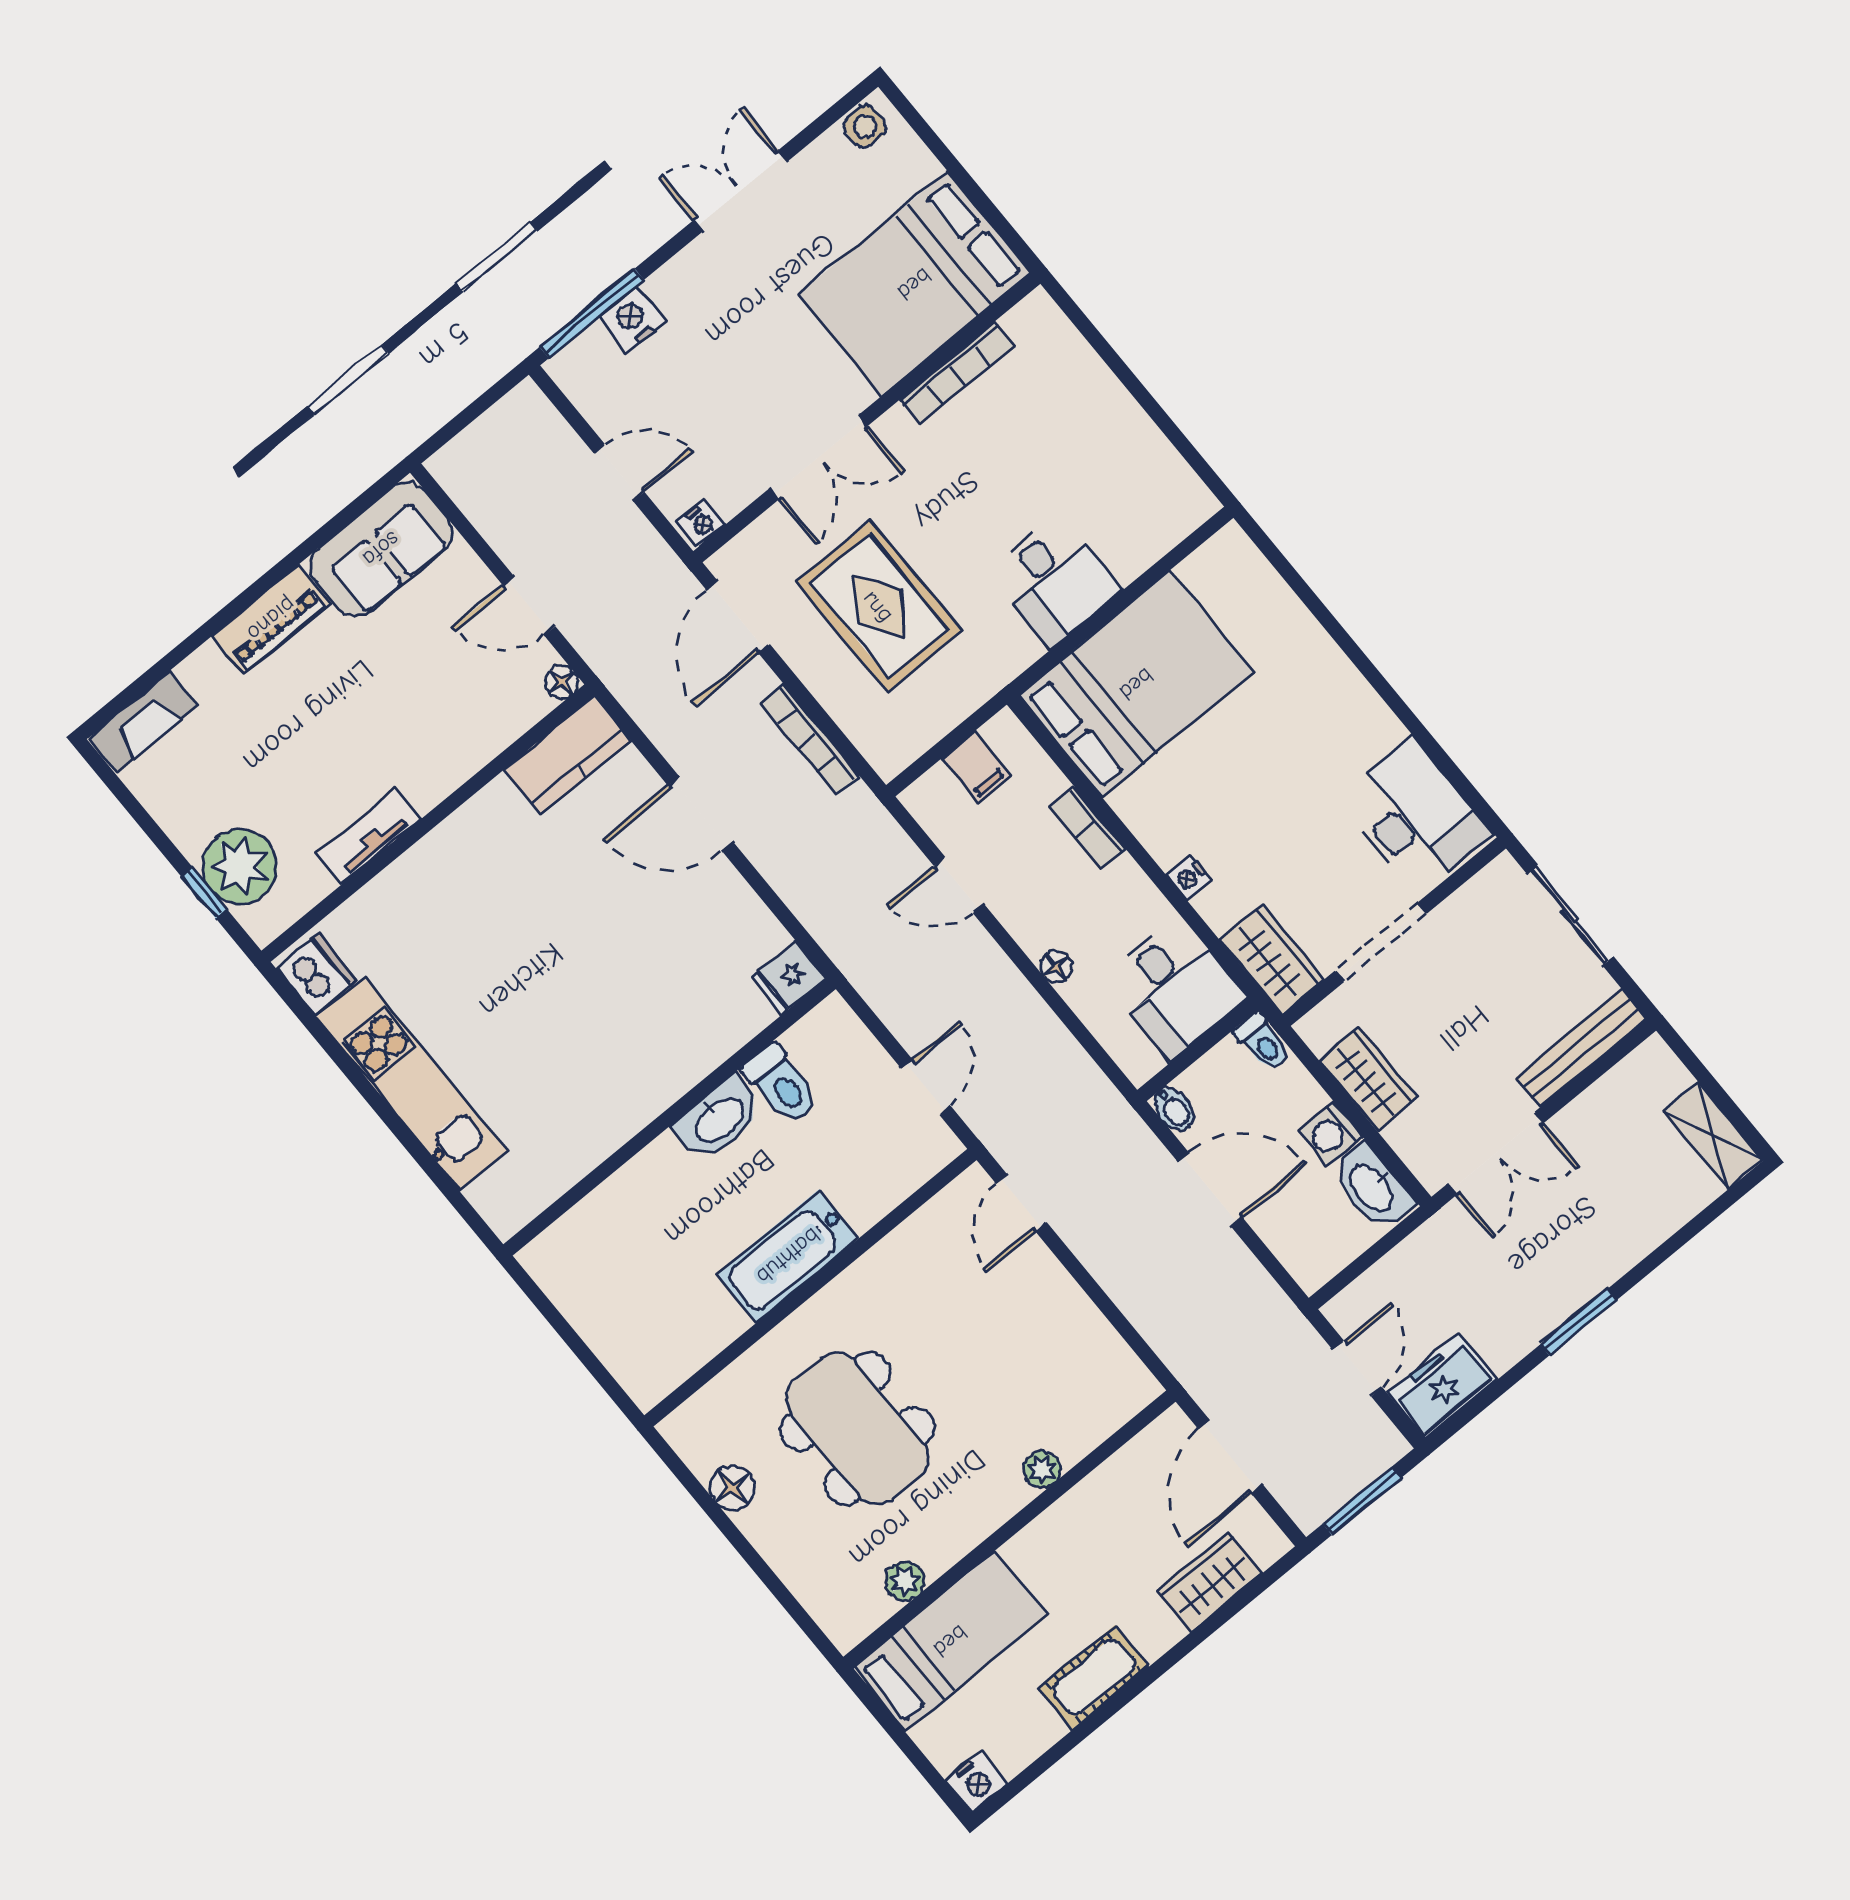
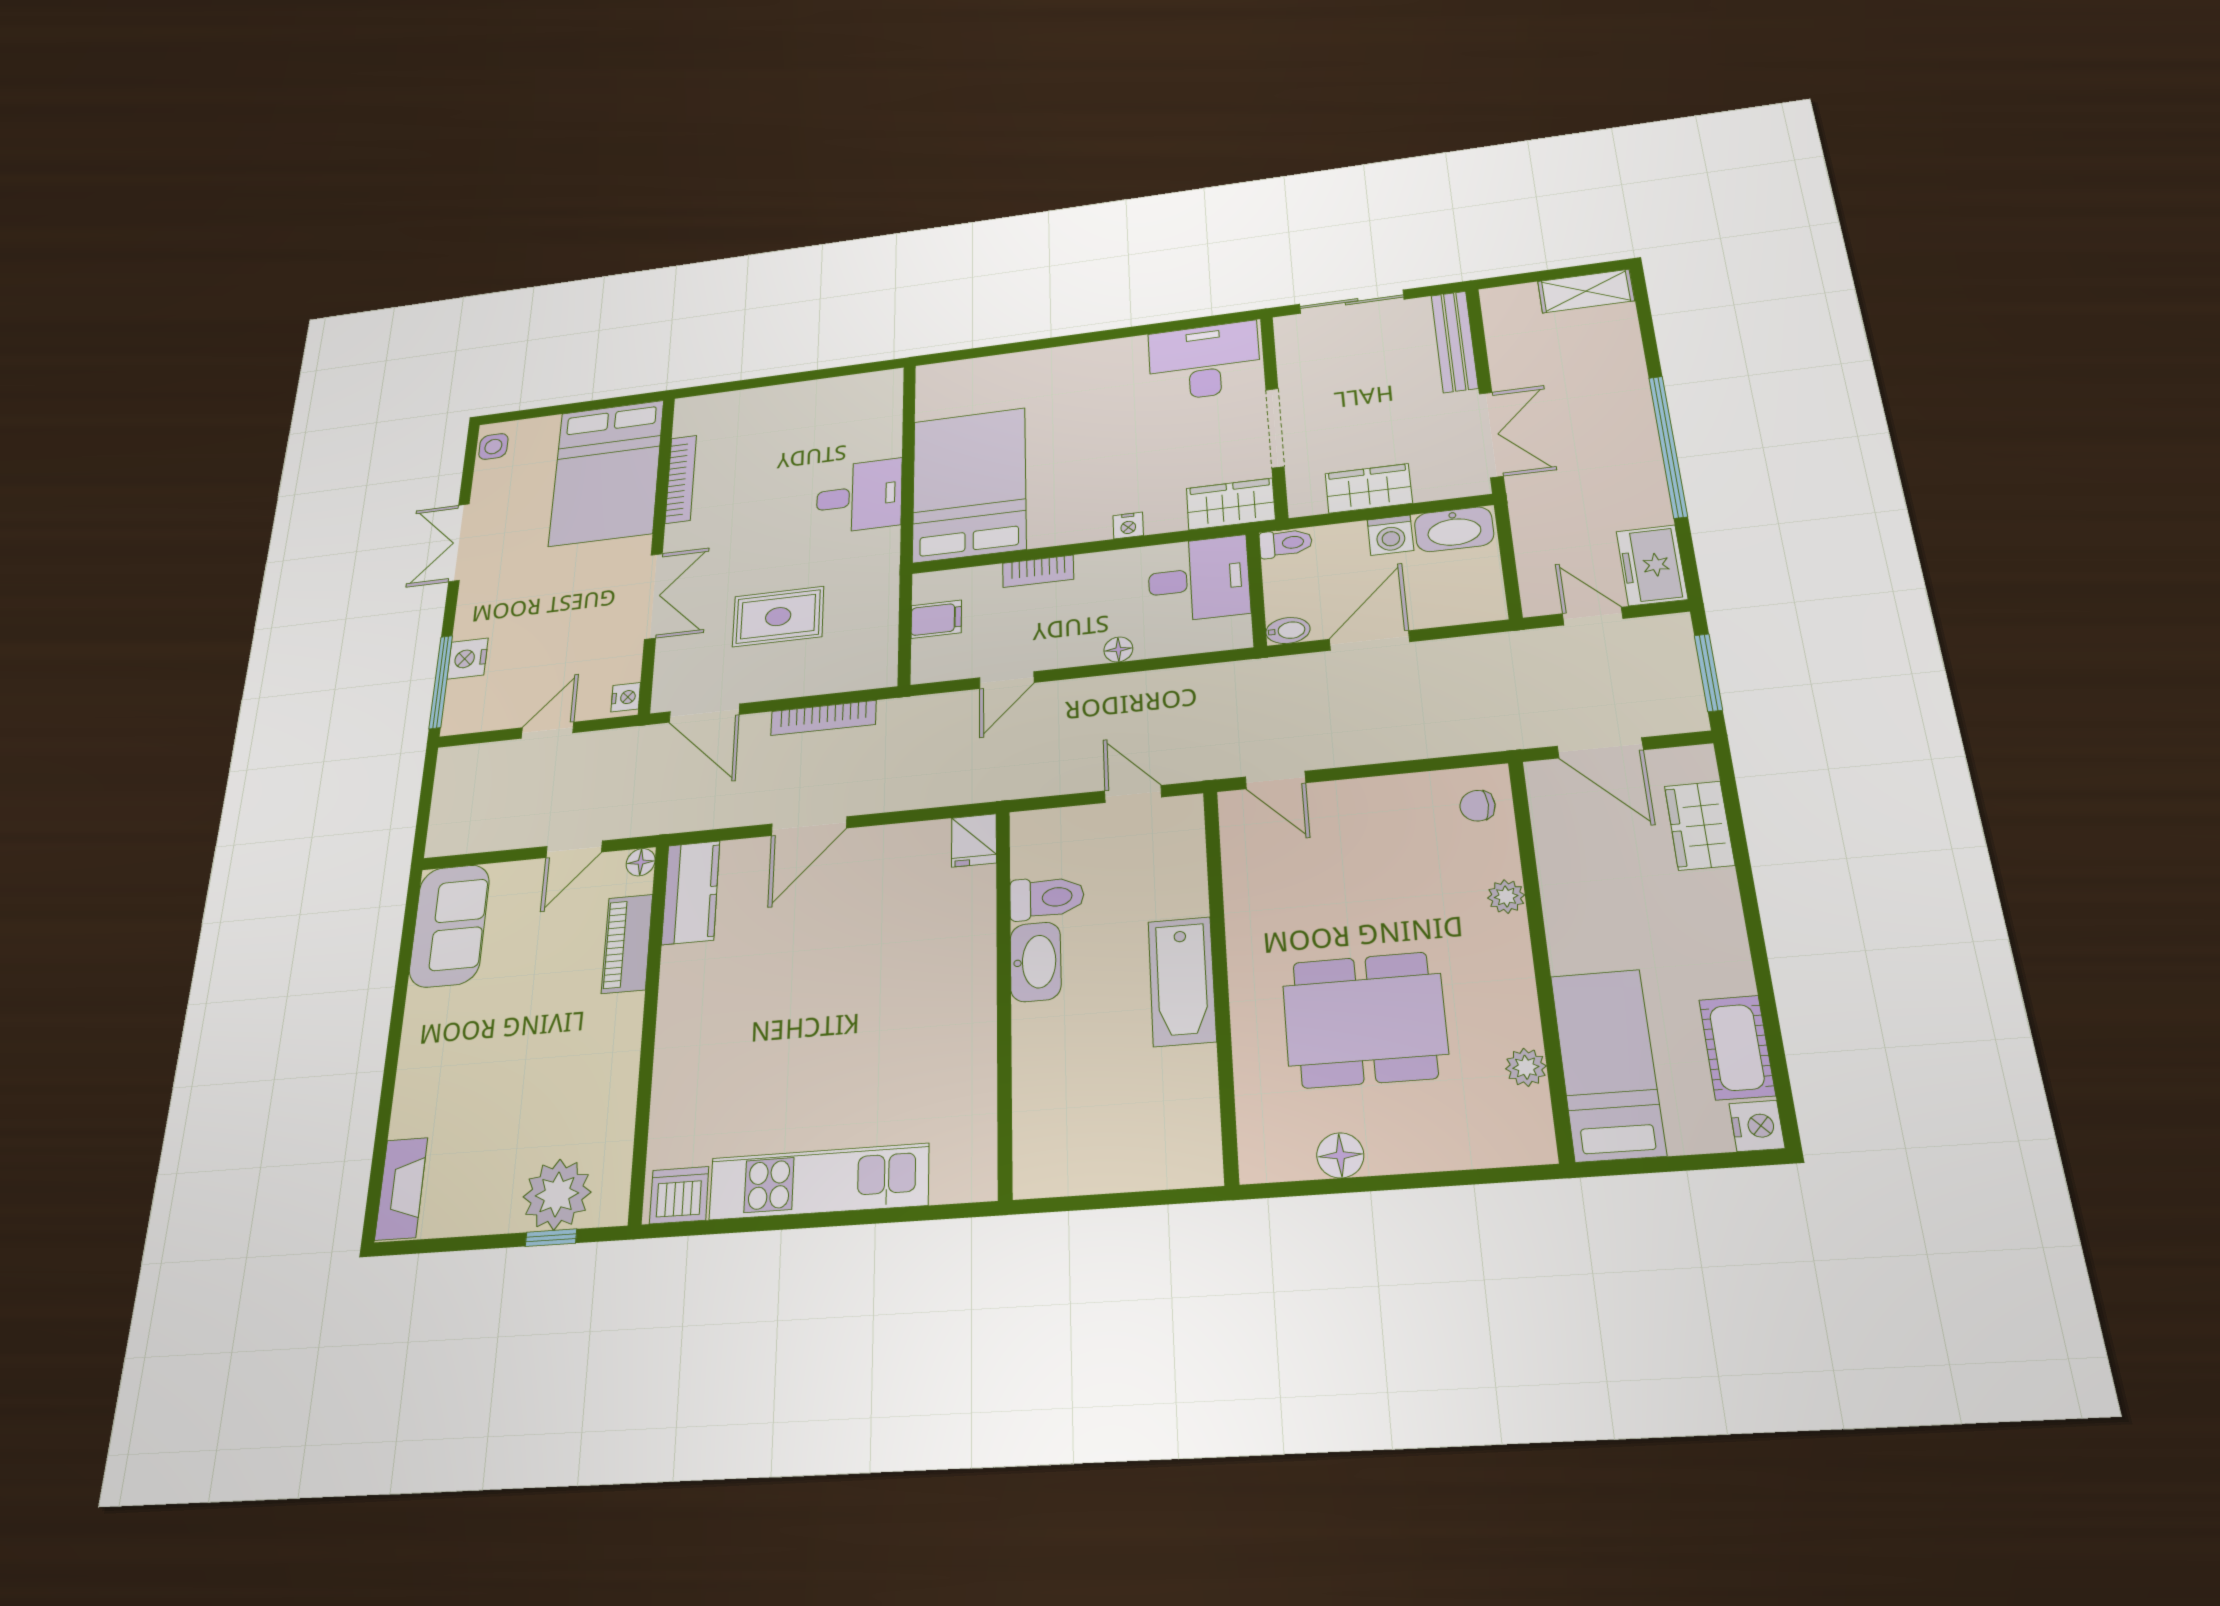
rug: (879, 606) -> (778, 617), width x0.73, depth x0.70
piano: (271, 619) -> (627, 944), moved, turned 180
tv unit: (369, 836) -> (621, 1078), removed
window: (1578, 1322) -> (1668, 446), width x2.11
chair: (1110, 1391) -> (1478, 806), added
cot: (1094, 1677) -> (1737, 1047), moved

